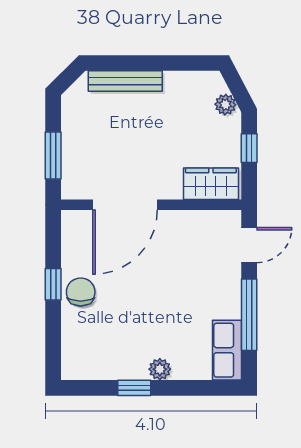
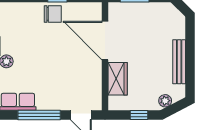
bench: (125, 81) -> (179, 62), moved
wardrobe: (211, 184) -> (118, 79), moved

